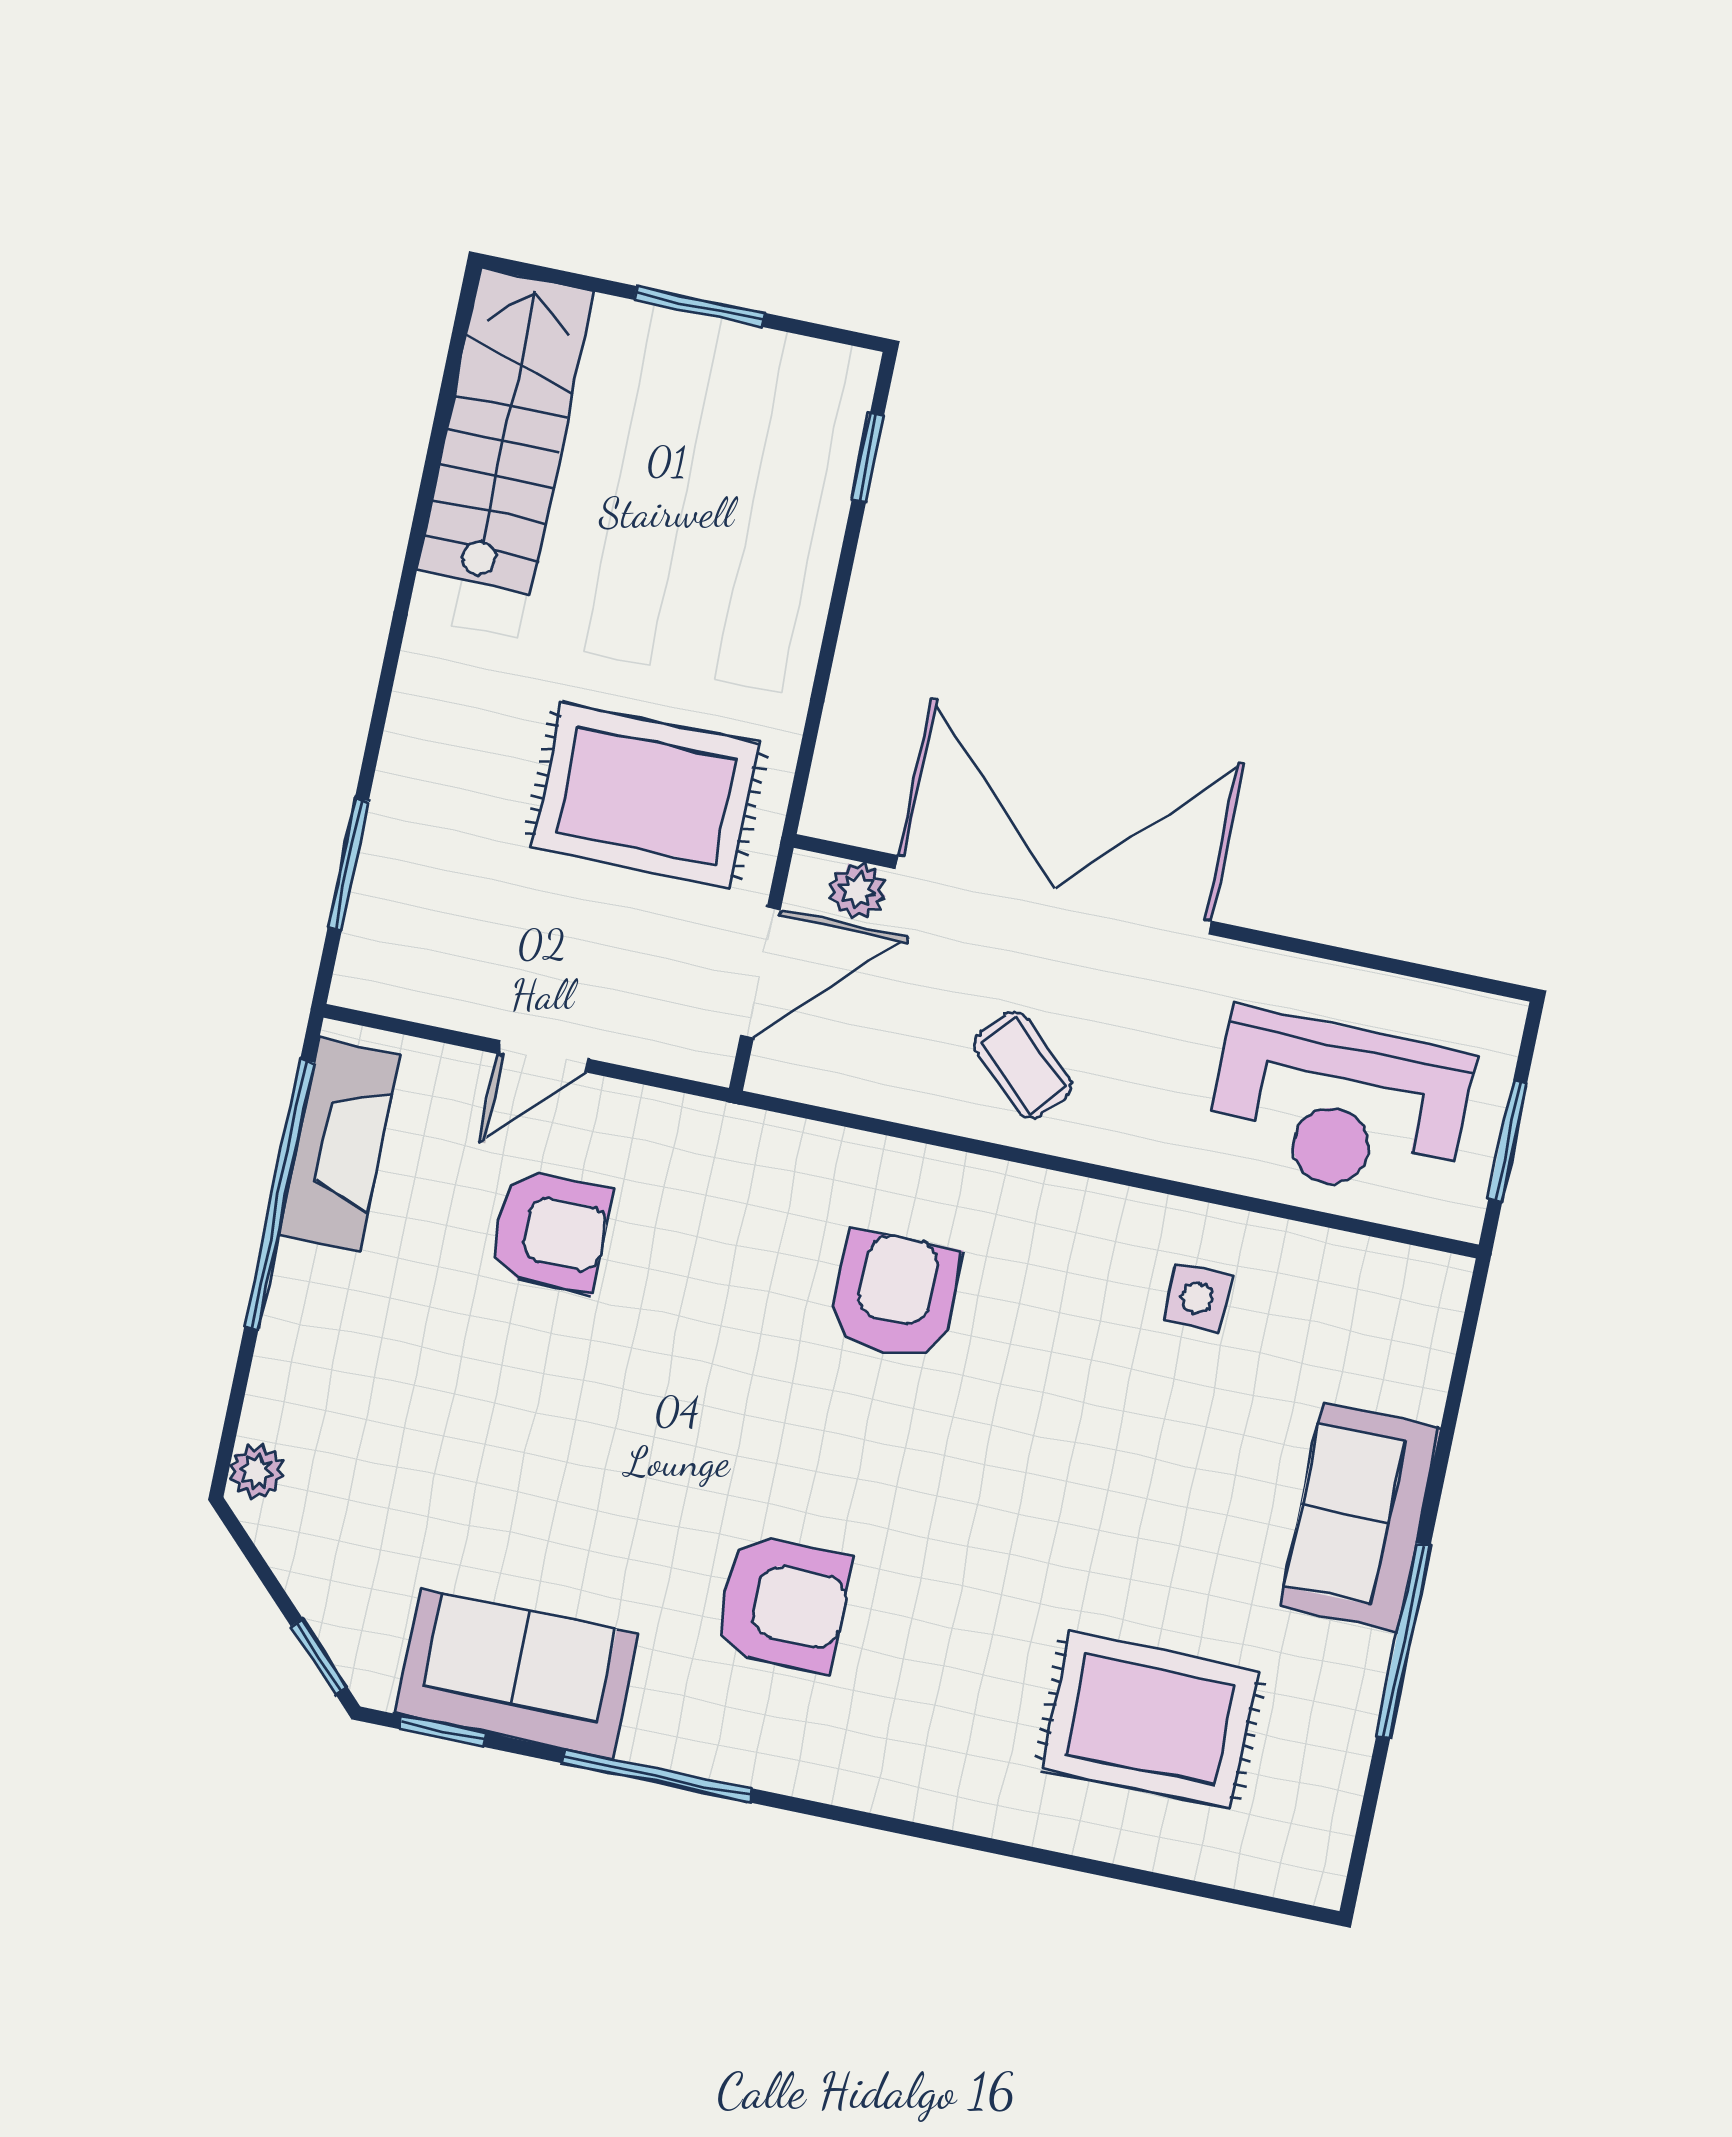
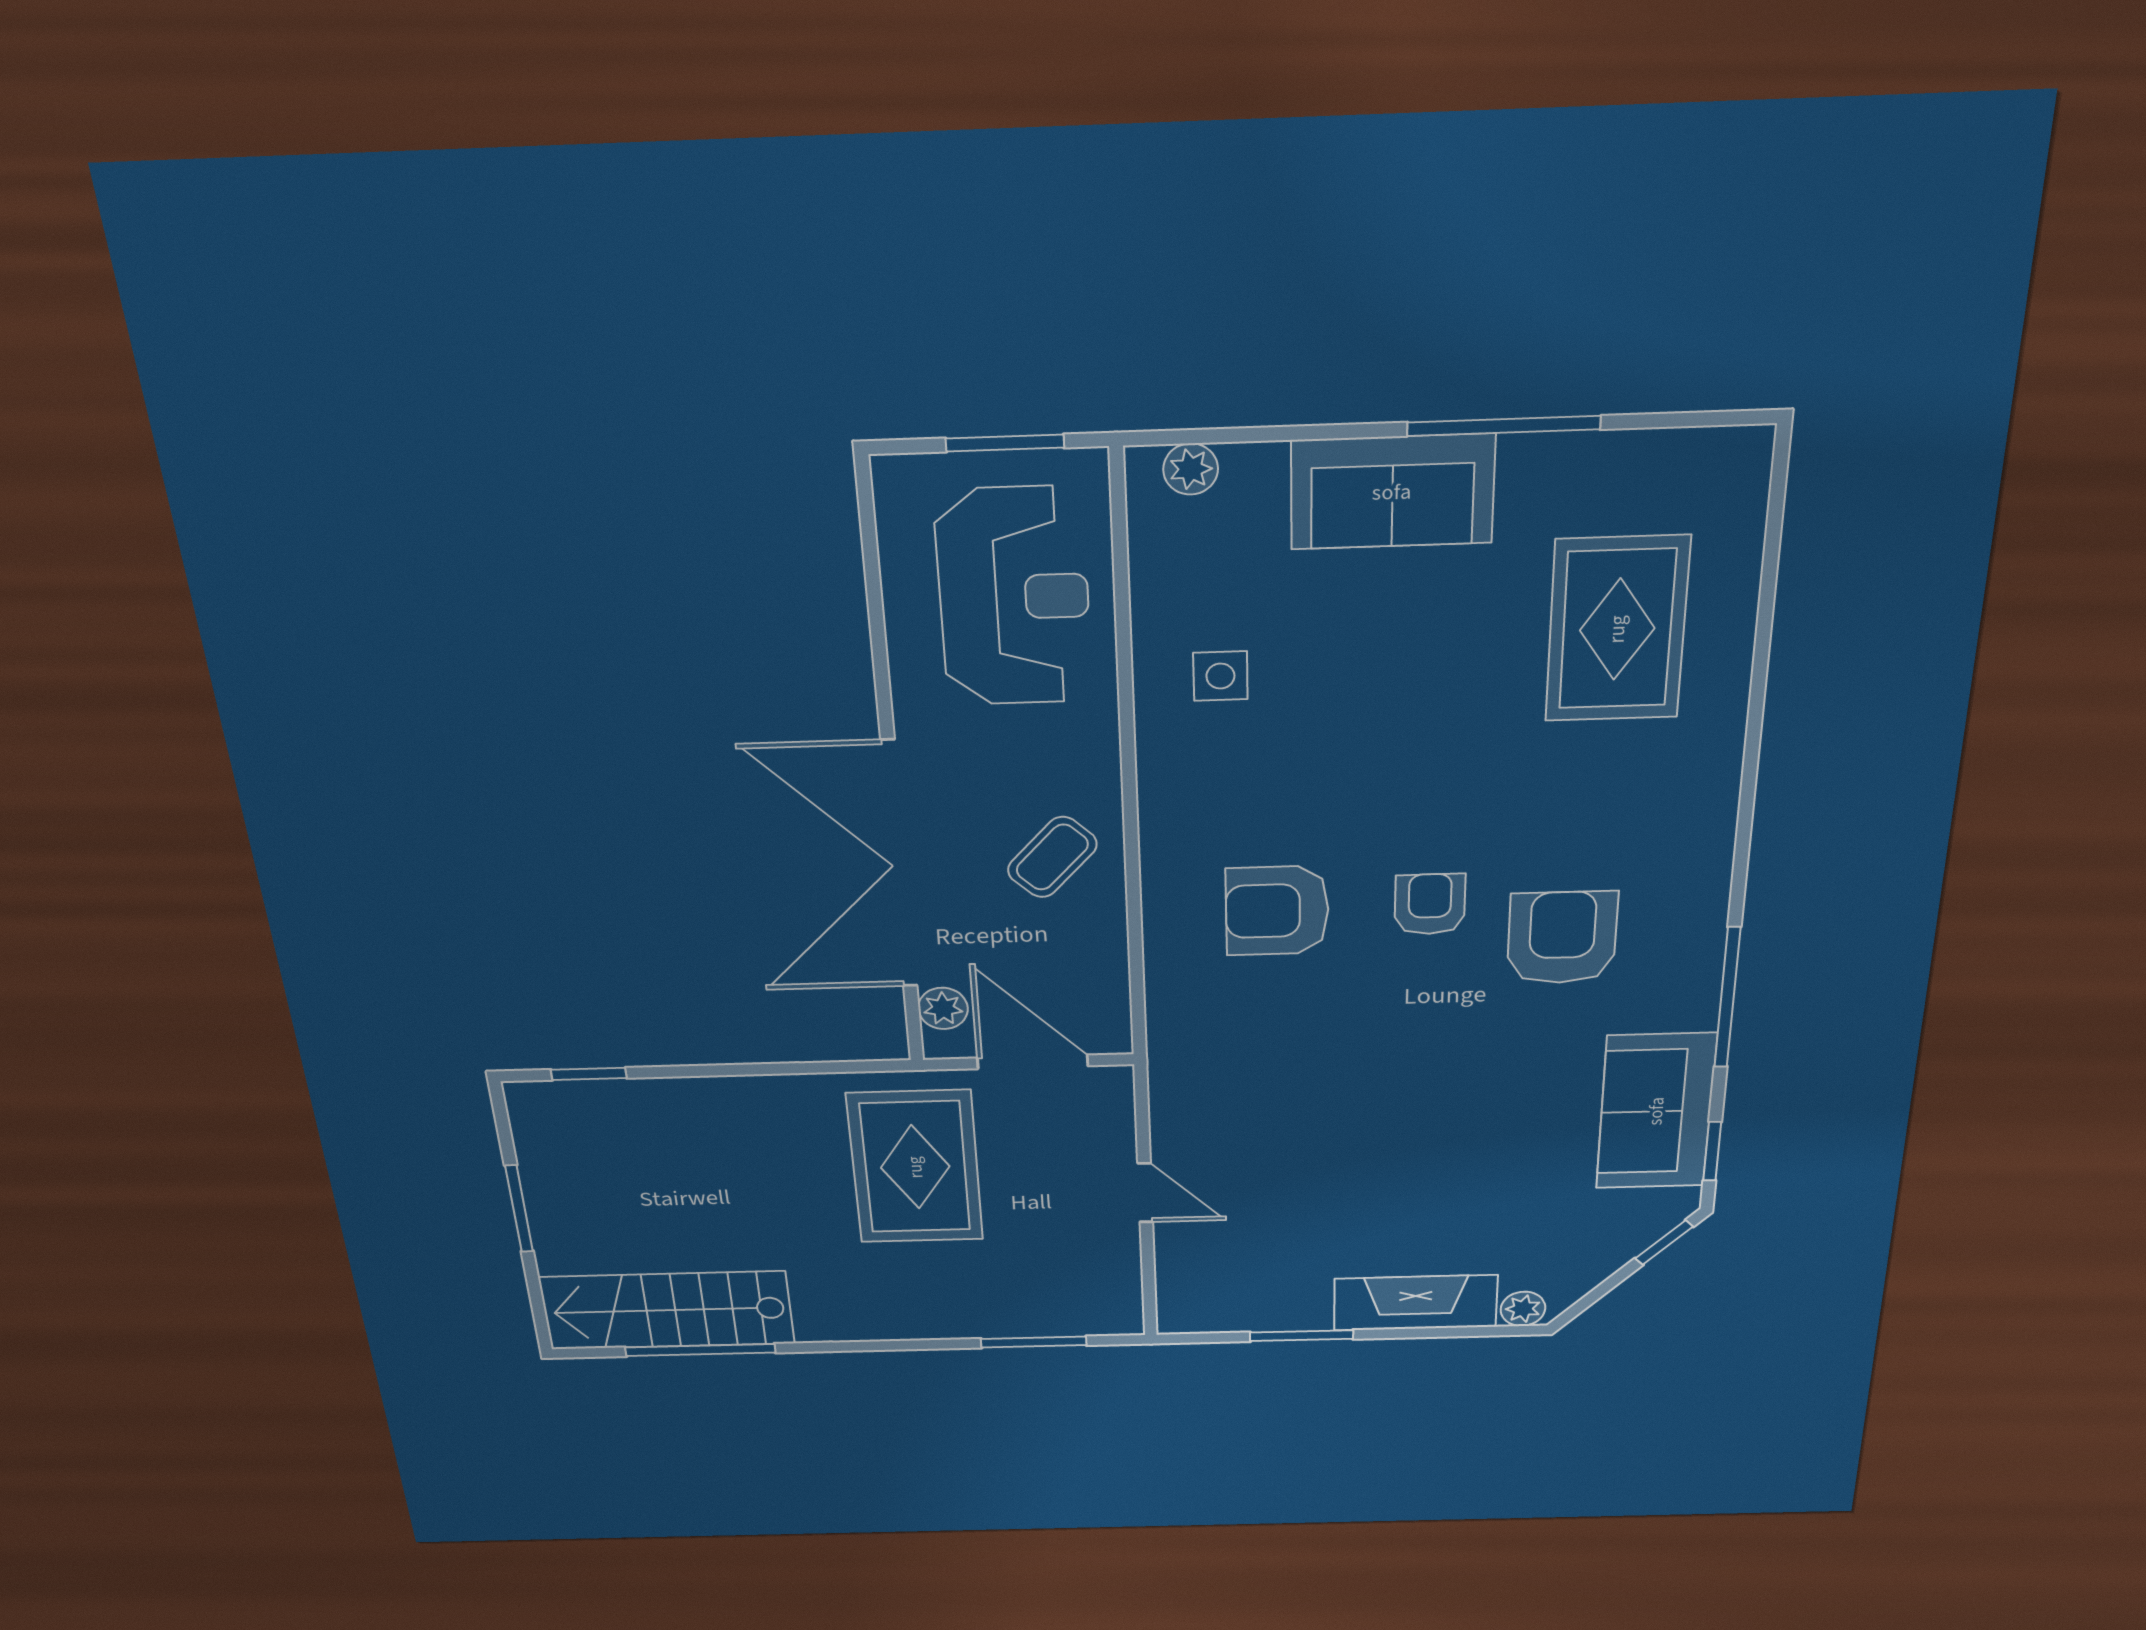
window: (435, 451) -> (700, 1350), added
fireplace: (339, 1145) -> (1415, 1303), moved
window: (279, 1195) -> (1302, 1336), width x0.47
armchair: (550, 1231) -> (1430, 904), moved, width x0.72, depth x0.72
plant: (1434, 1320) -> (1191, 469), added

